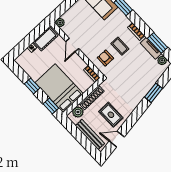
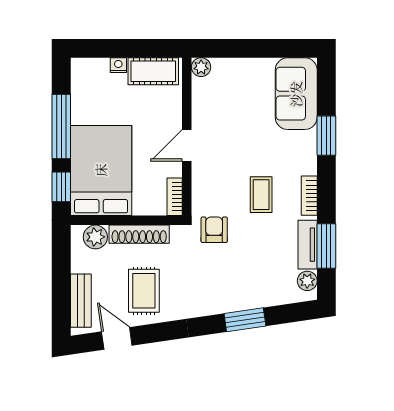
door: (72, 45) -> (187, 145), moved
armchair: (105, 58) -> (214, 230), moved
window: (32, 86) -> (61, 127), width x2.17
bench: (90, 135) -> (81, 301), width x0.73

